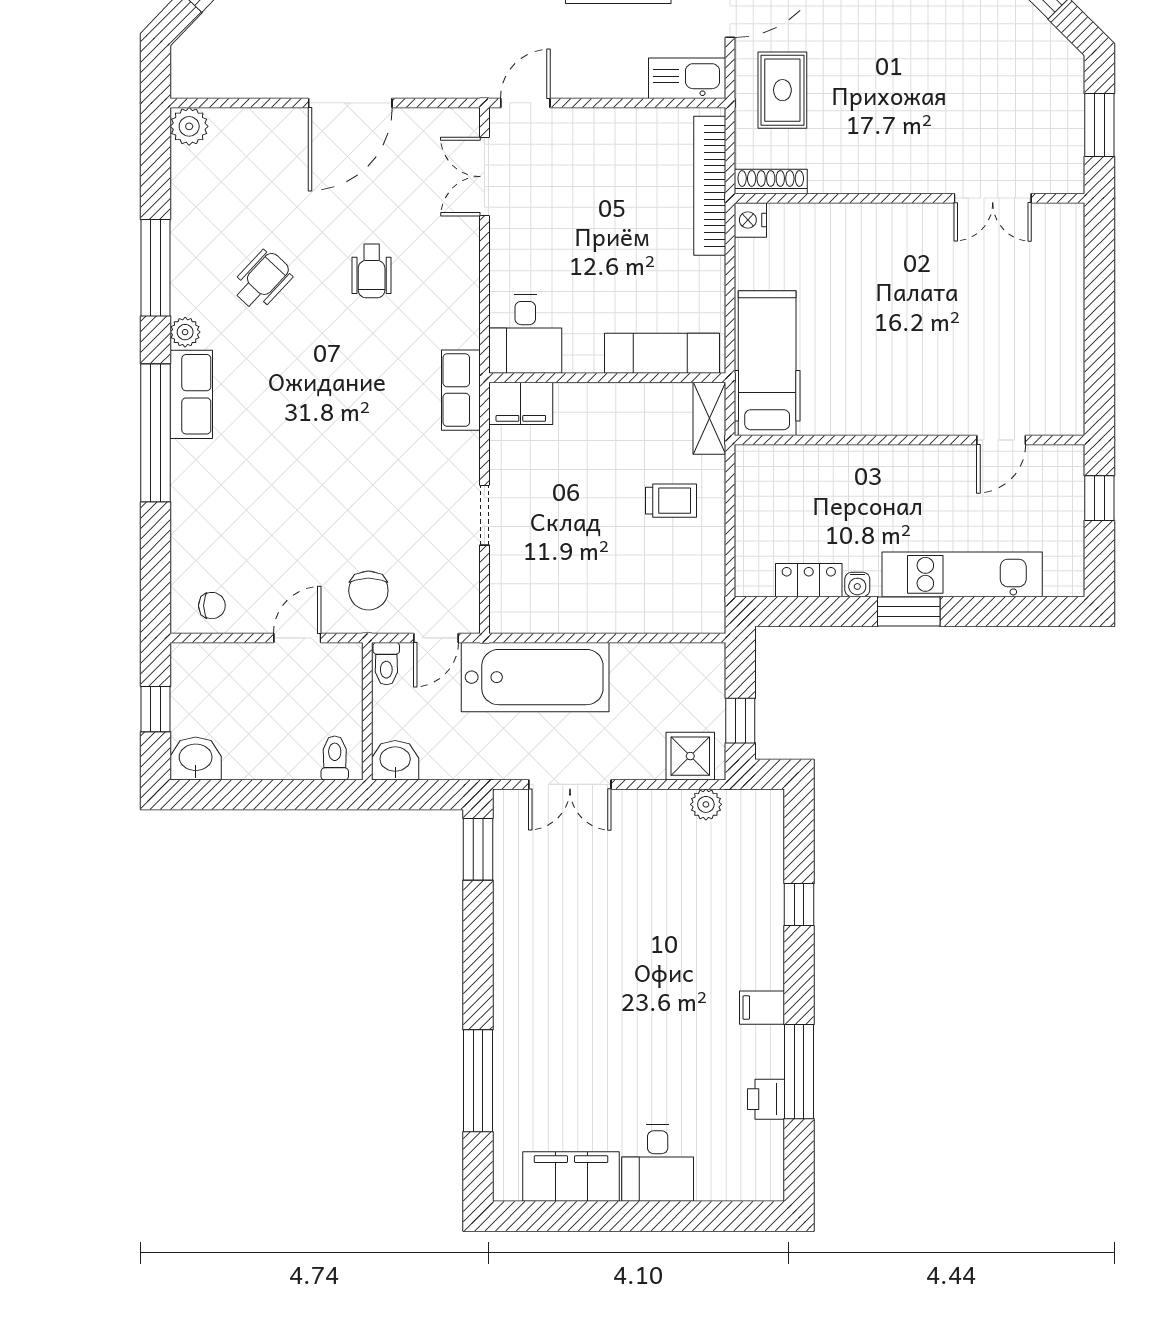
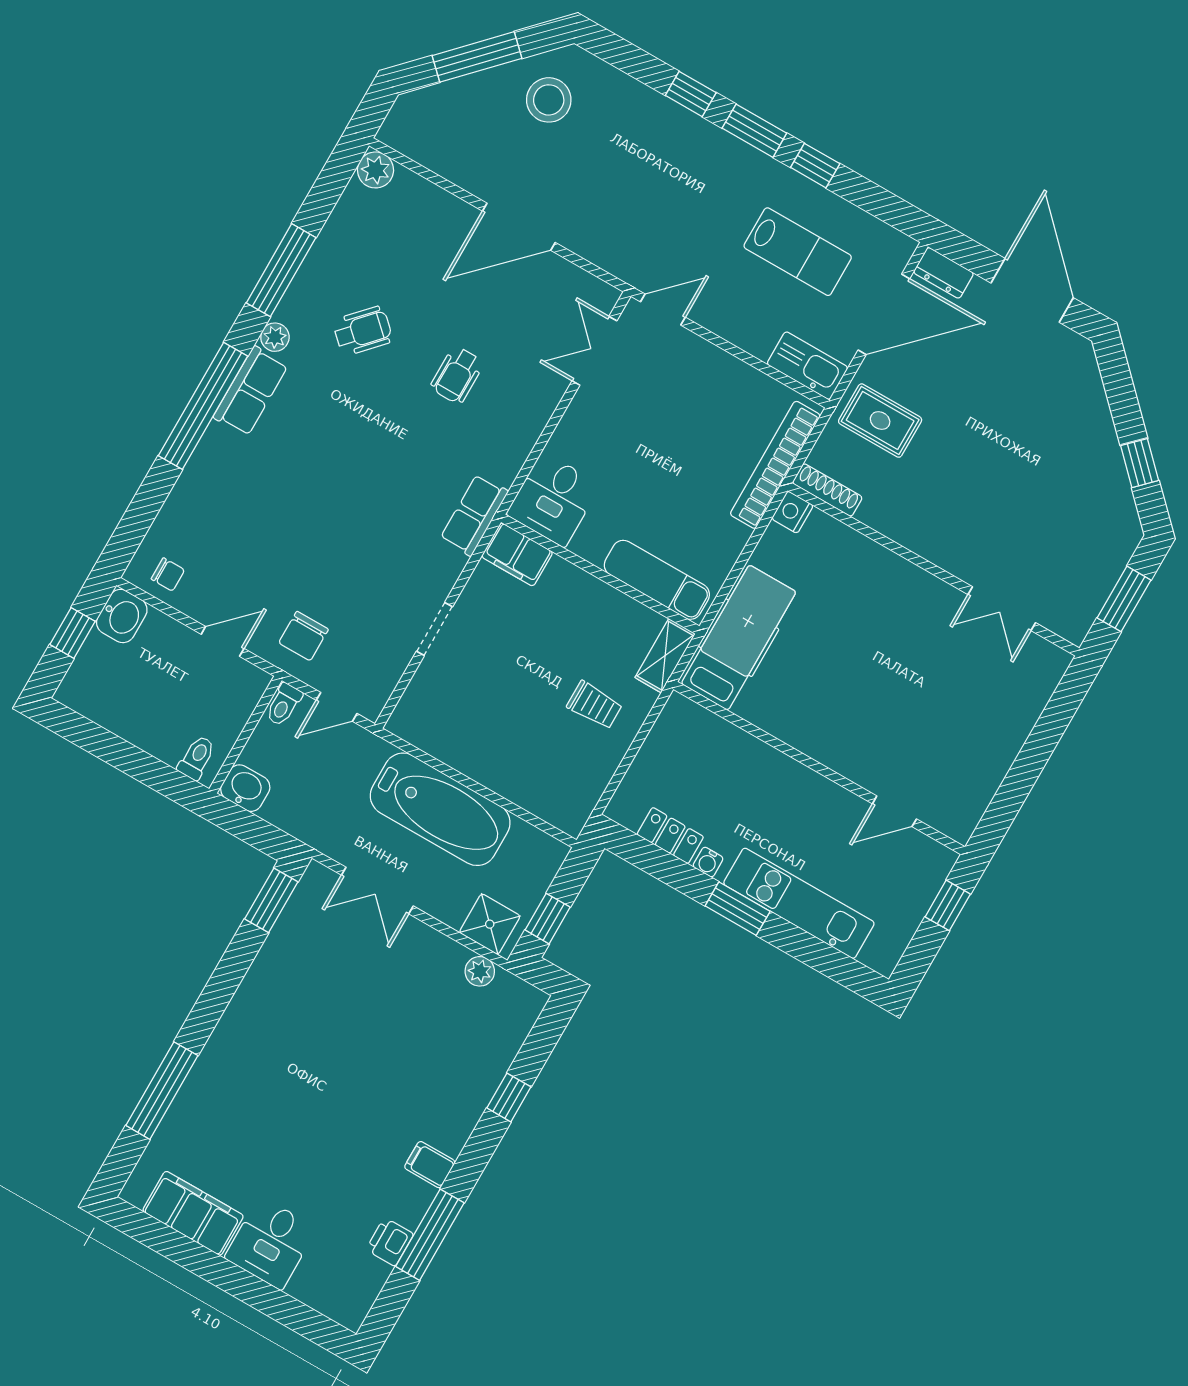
rug: (782, 90) -> (880, 421), turned 90
bathtub: (535, 677) -> (440, 809), moved
washbasin: (196, 759) -> (122, 616), moved, turned 90

